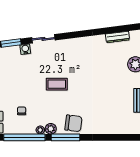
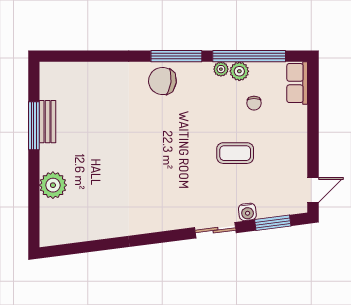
dresser: (117, 37) -> (85, 233), removed
coffee table: (57, 84) -> (235, 153), moved
plant: (51, 129) -> (239, 71), moved

